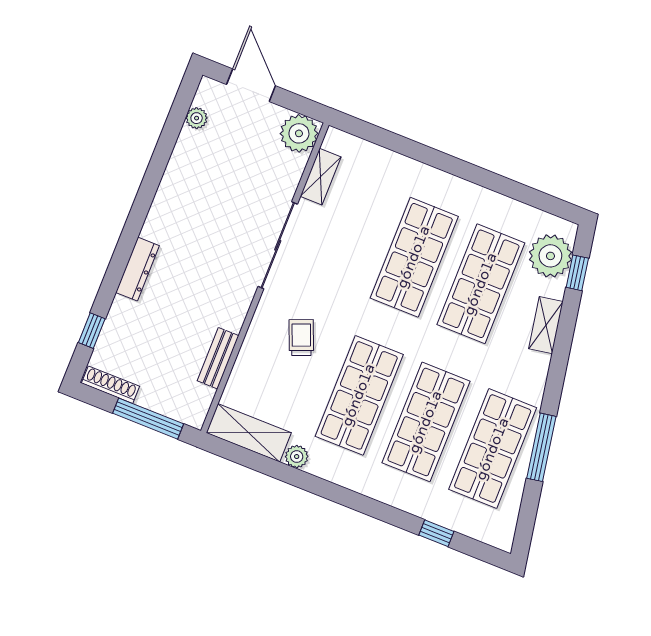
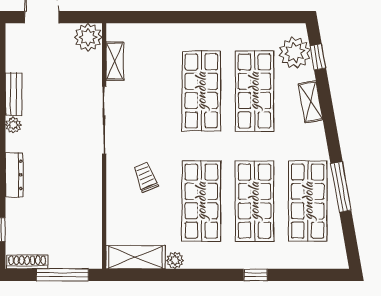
plant: (197, 118) -> (13, 125), moved
bench: (218, 358) -> (14, 94), moved
window: (436, 533) -> (256, 275), moved

